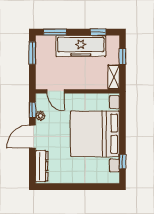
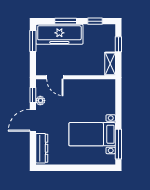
window: (55, 32) -> (66, 21), moved
freezer: (81, 46) -> (59, 34), moved
bed with nightstands: (95, 134) -> (92, 134), width x0.54
window: (123, 162) -> (118, 144), width x2.17

